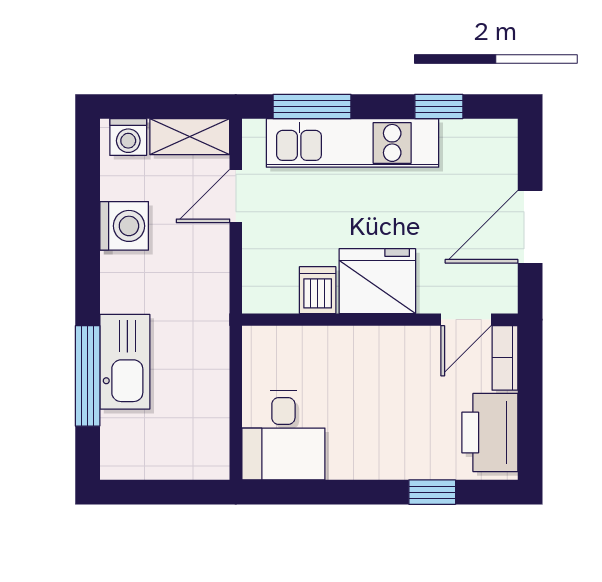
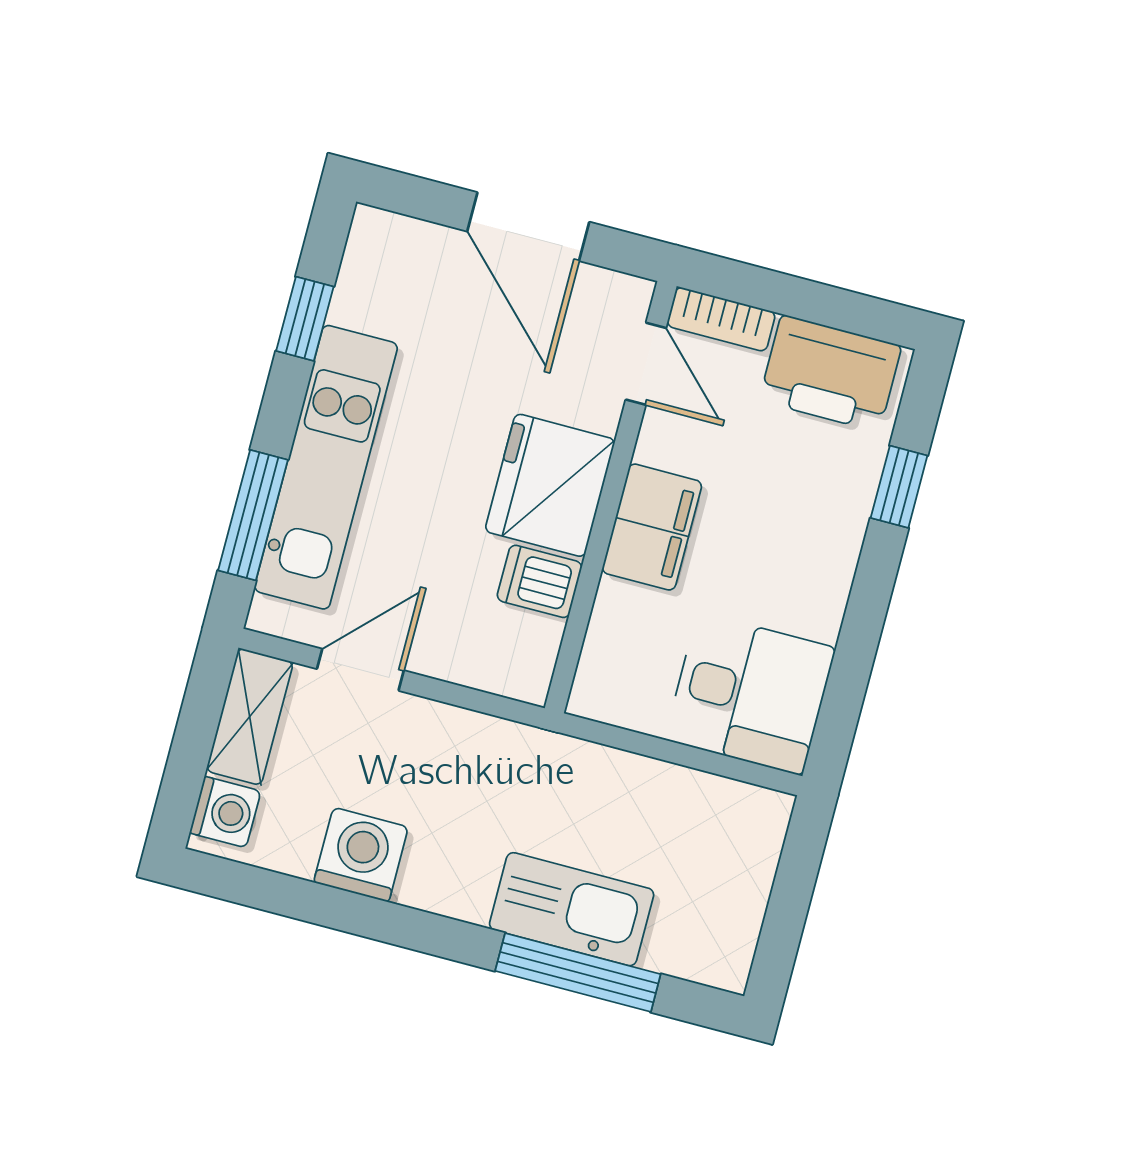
door: (236, 196) -> (360, 670), swing flipped
filing cabinet: (368, 349) -> (652, 527), added

